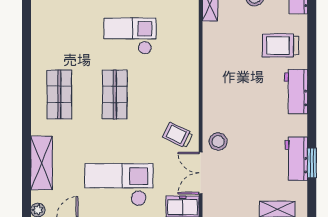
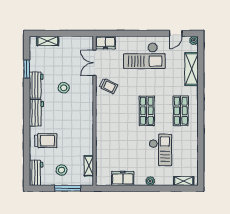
checkout: (130, 36) -> (160, 150), moved, turned -90
stool: (218, 141) -> (64, 88), moved
workbench: (296, 159) -> (36, 85), moved
double door: (201, 173) -> (94, 63), swing flipped

